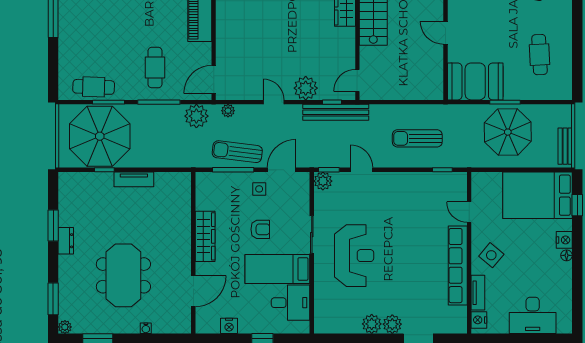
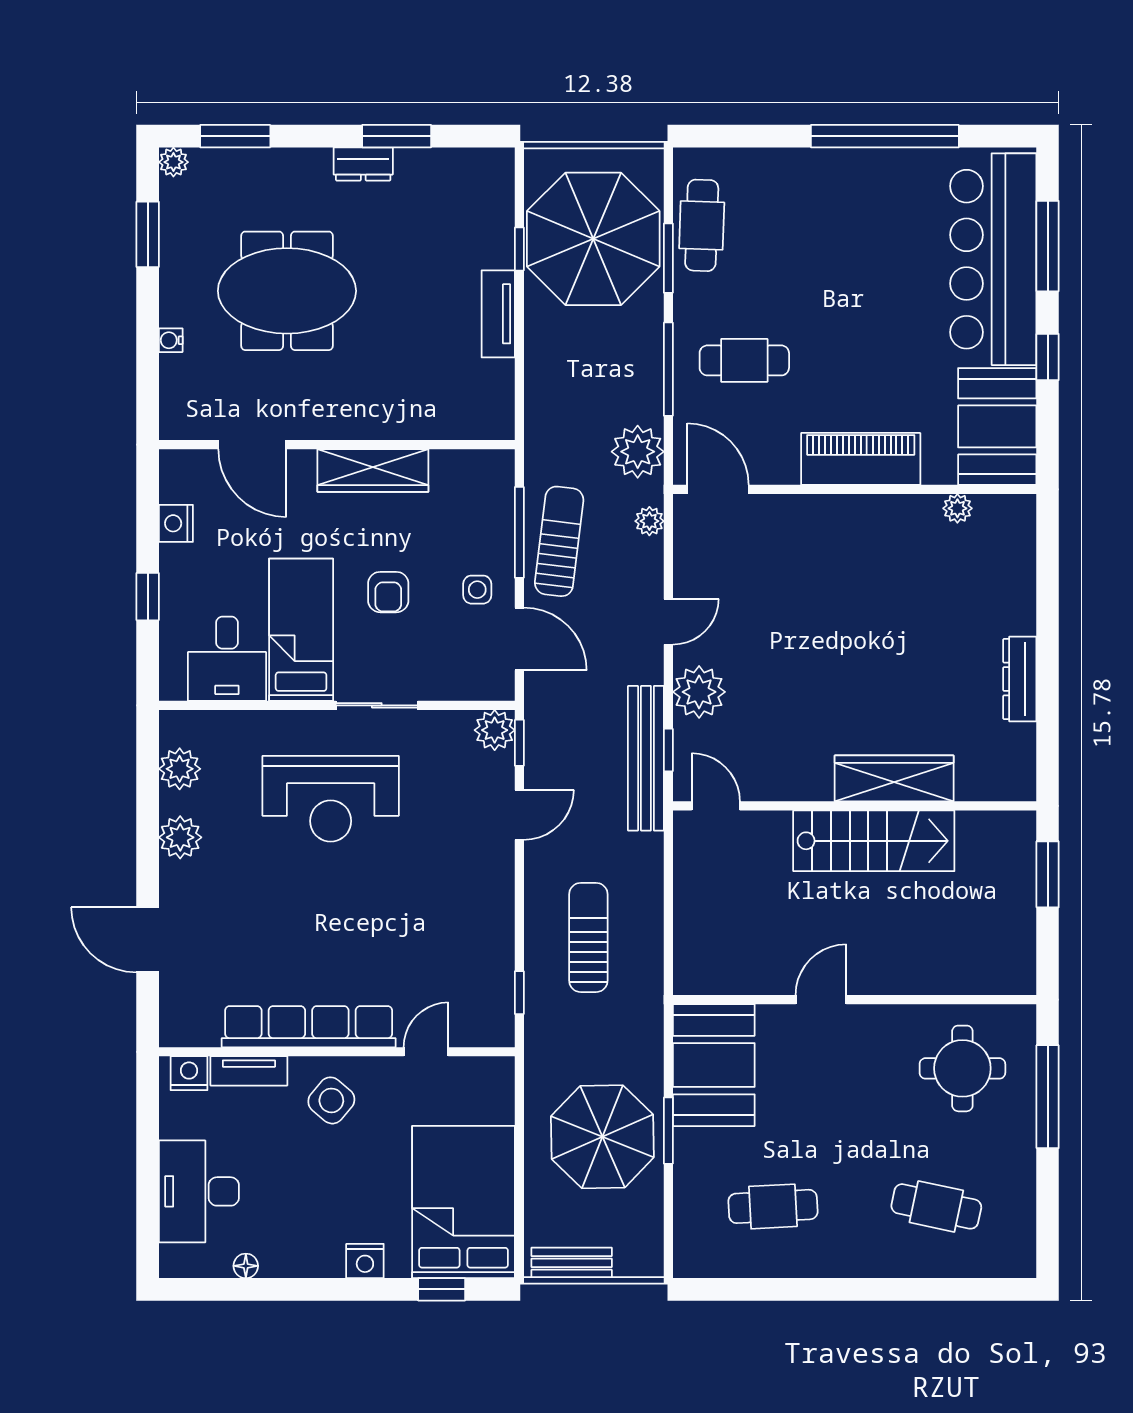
floor lamp: (567, 255) -> (246, 1266), moved
plant: (392, 324) -> (180, 769), moved

